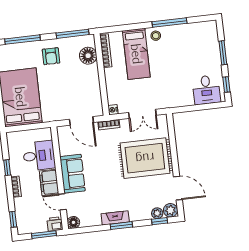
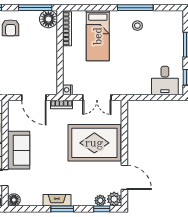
stool: (156, 36) -> (137, 26), moved
floor lamp: (88, 56) -> (48, 19), moved

